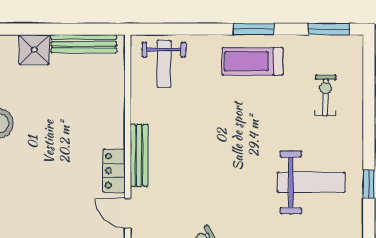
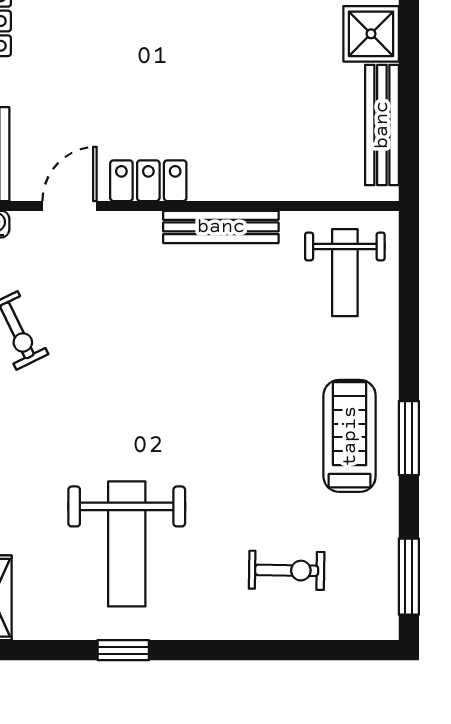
weight bench: (164, 64) -> (345, 273), turned -90
bench: (139, 155) -> (221, 227), moved

